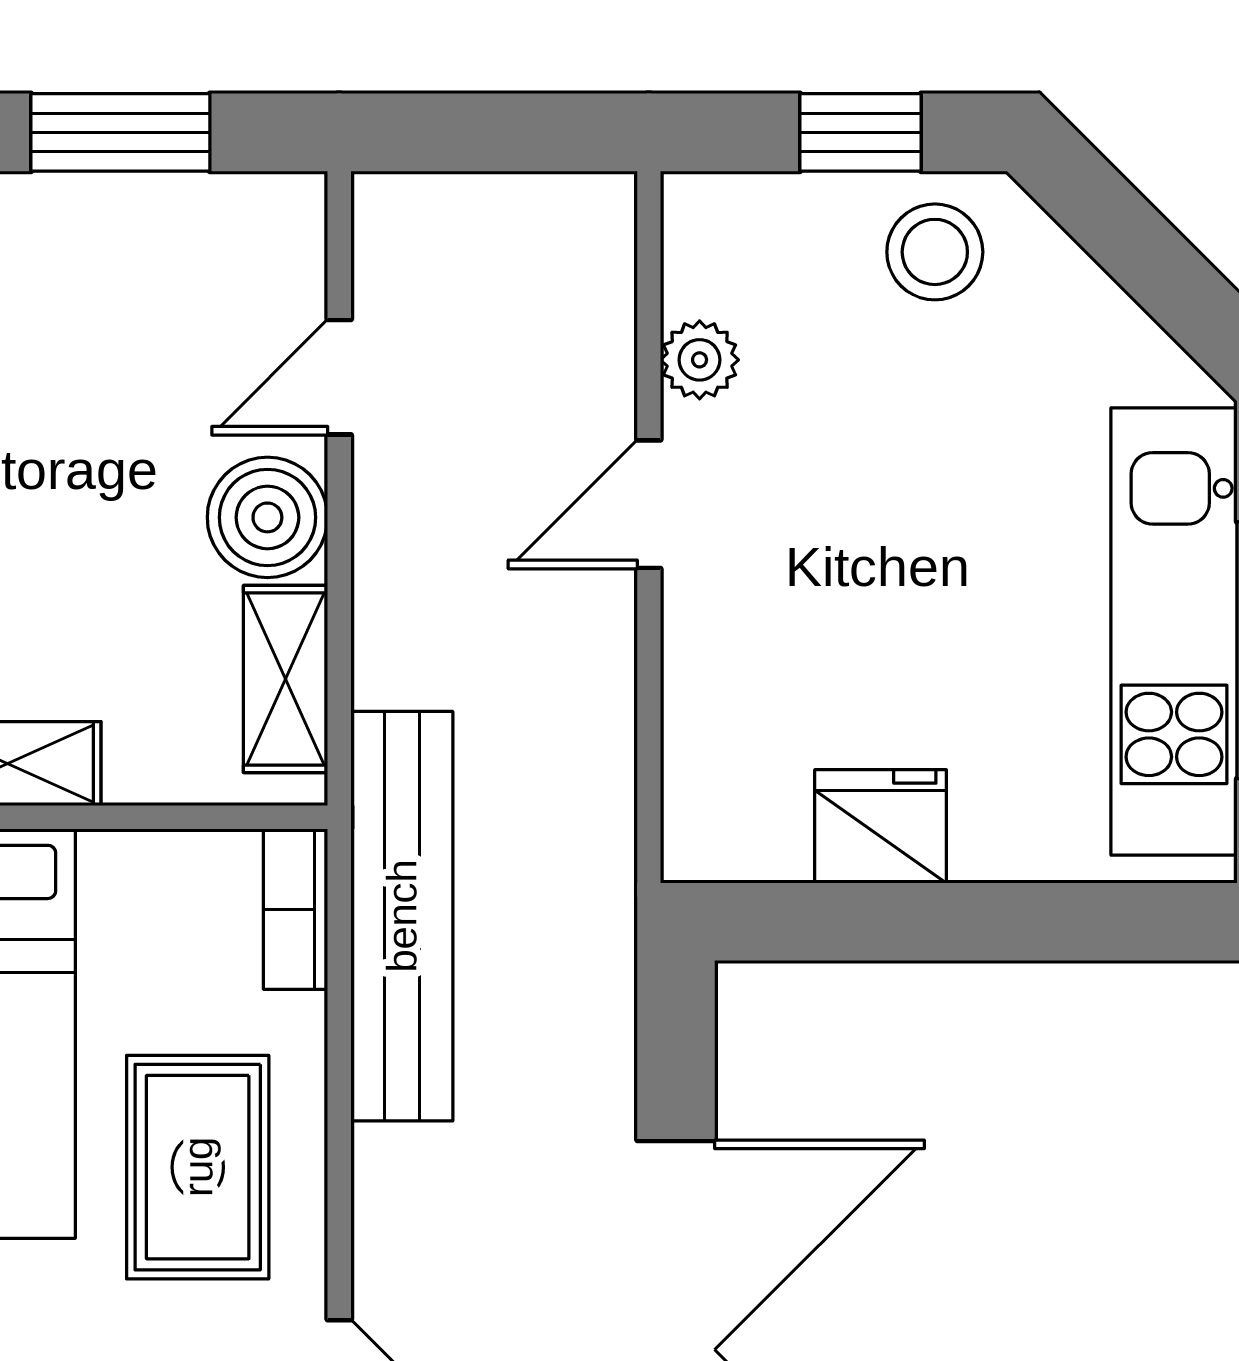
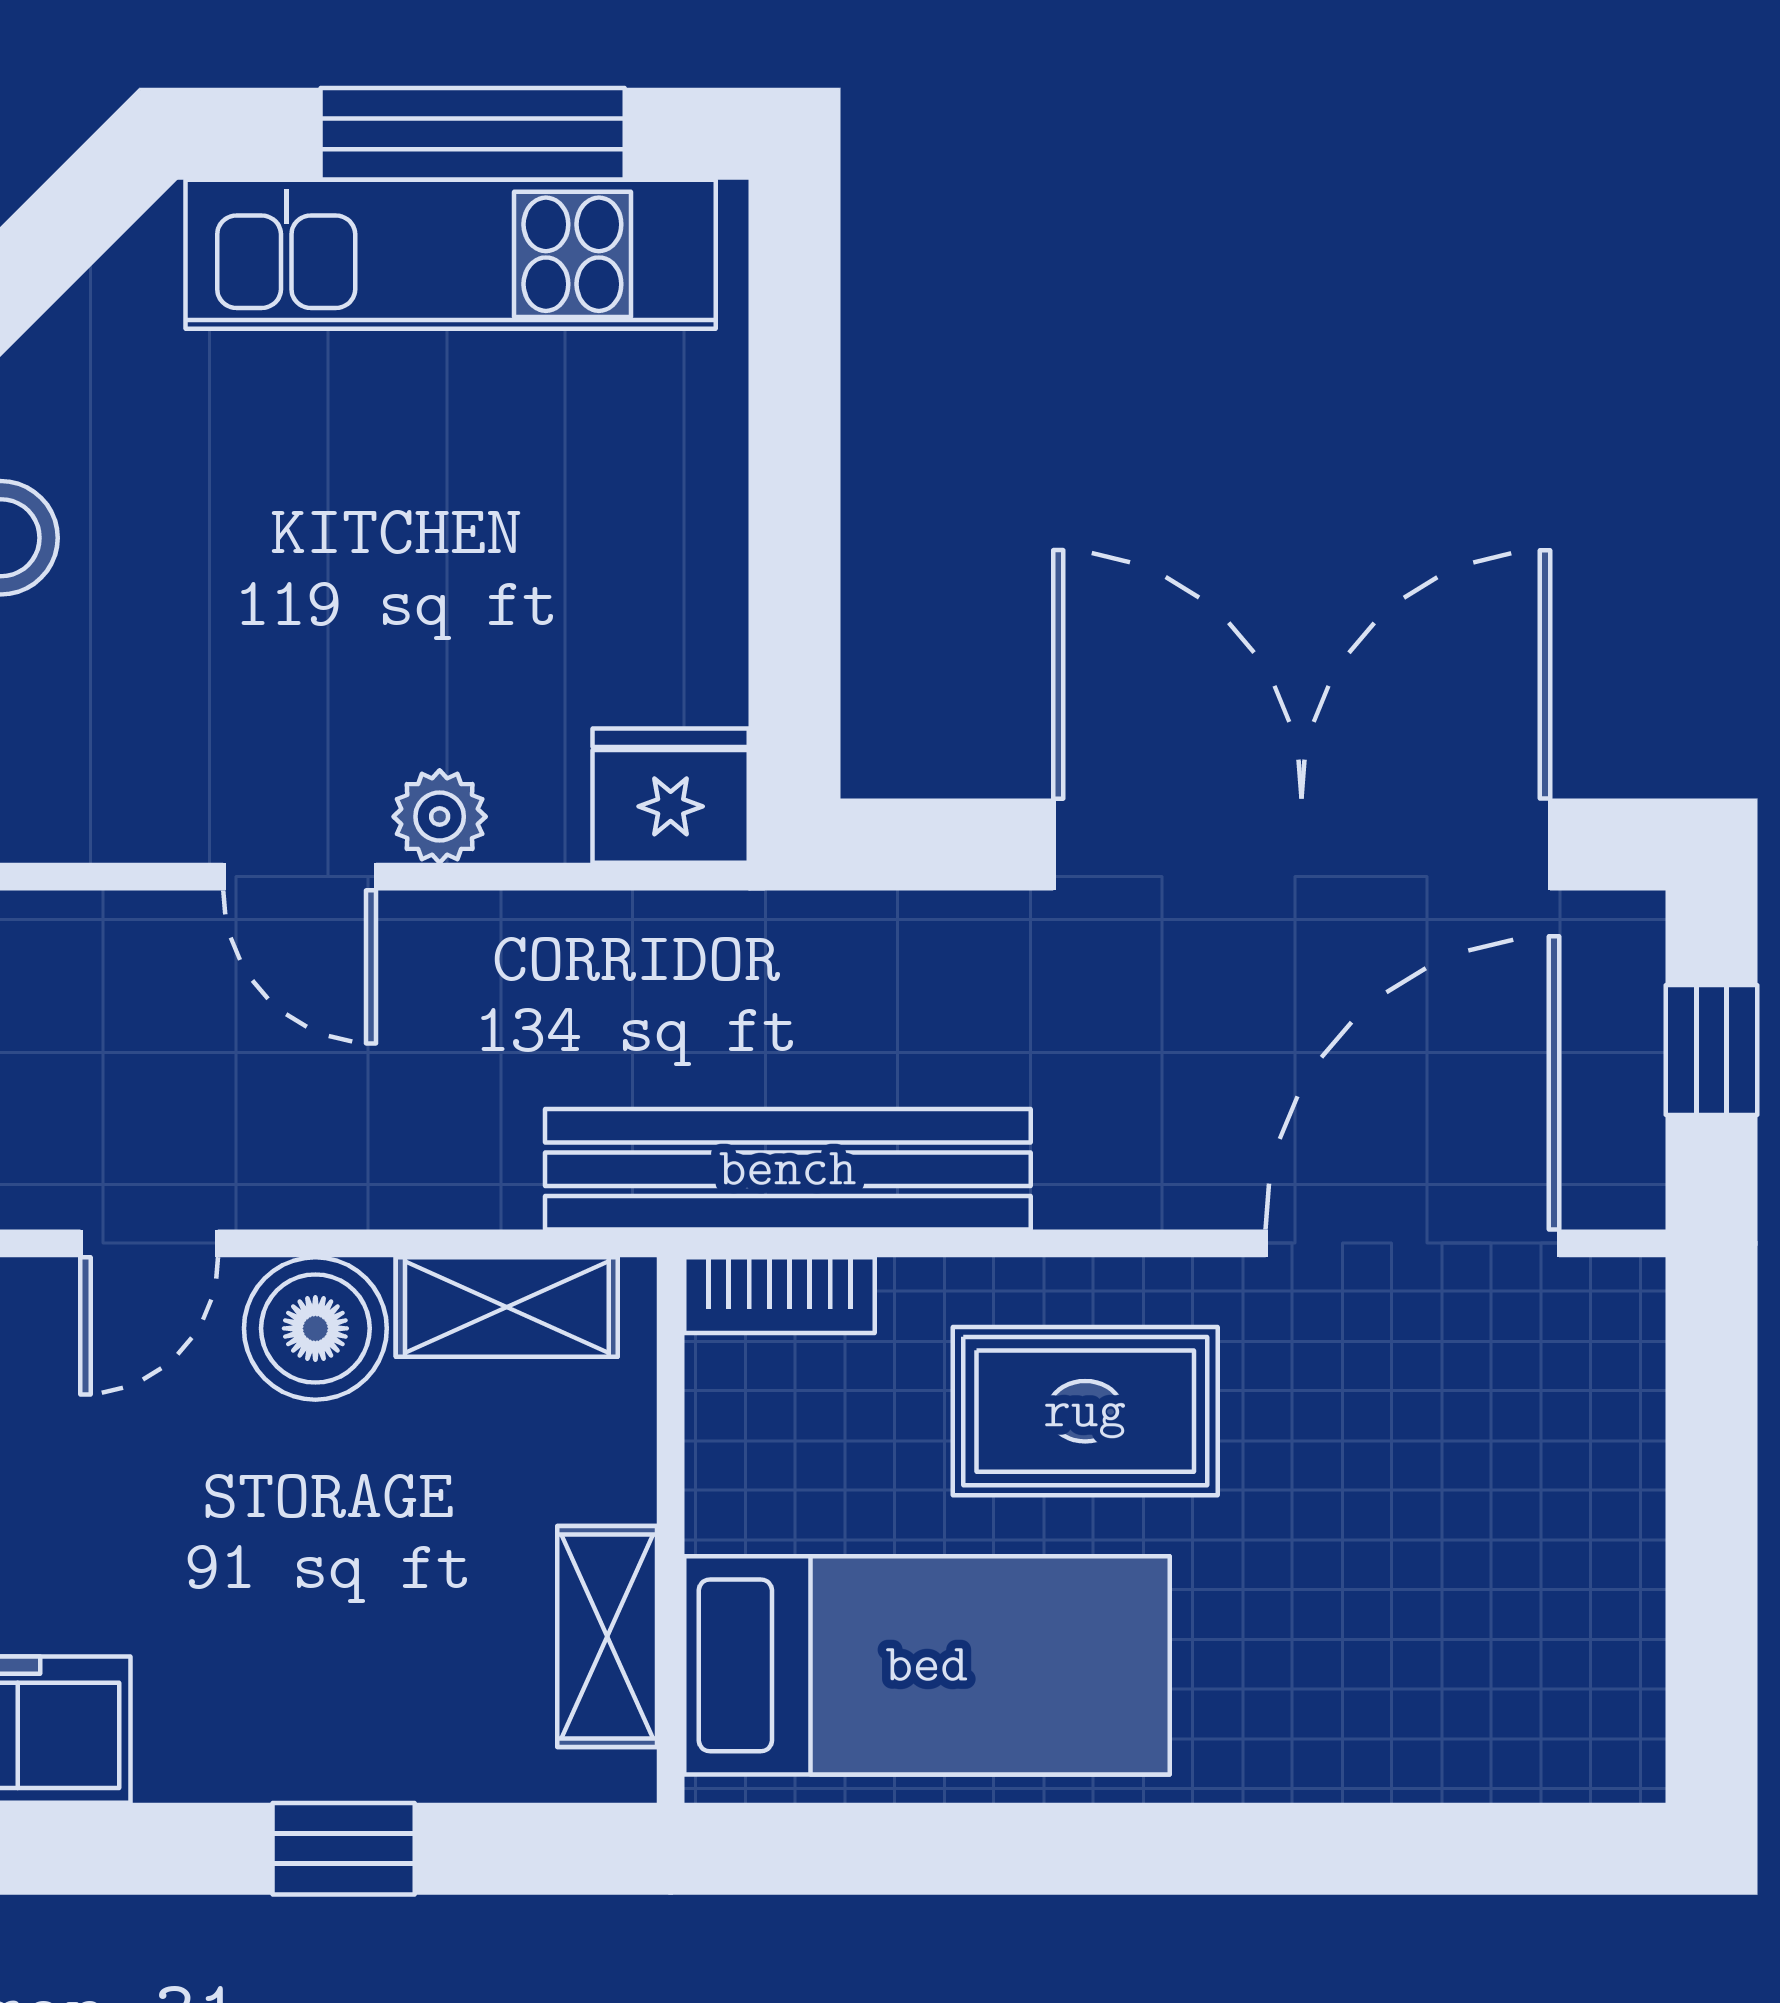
plant: (700, 360) -> (440, 817), moved
door: (339, 377) -> (149, 1243), hinge flipped
fridge: (881, 826) -> (671, 796), moved, turned 90

